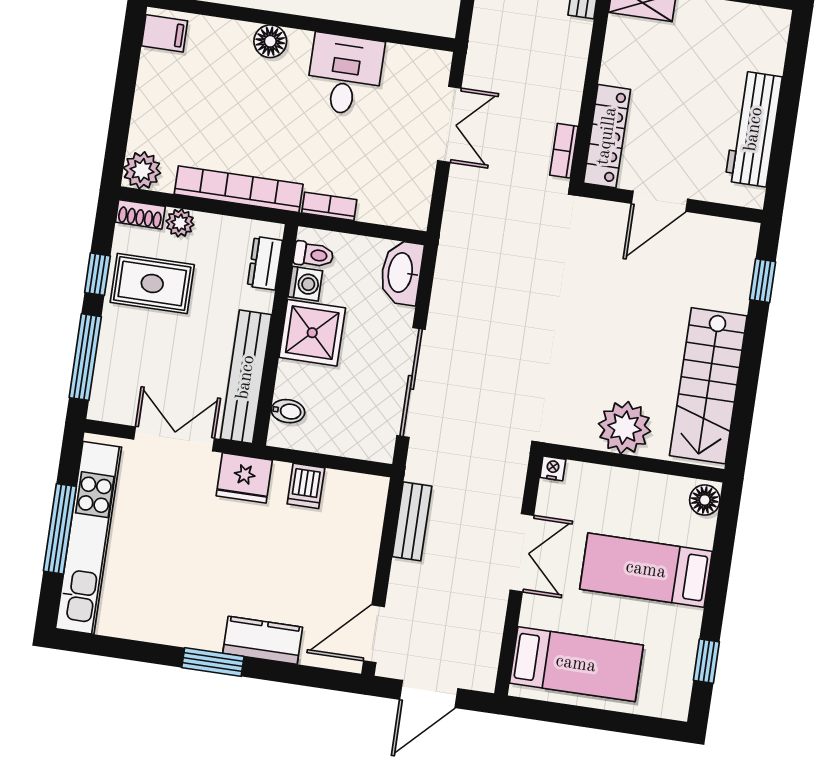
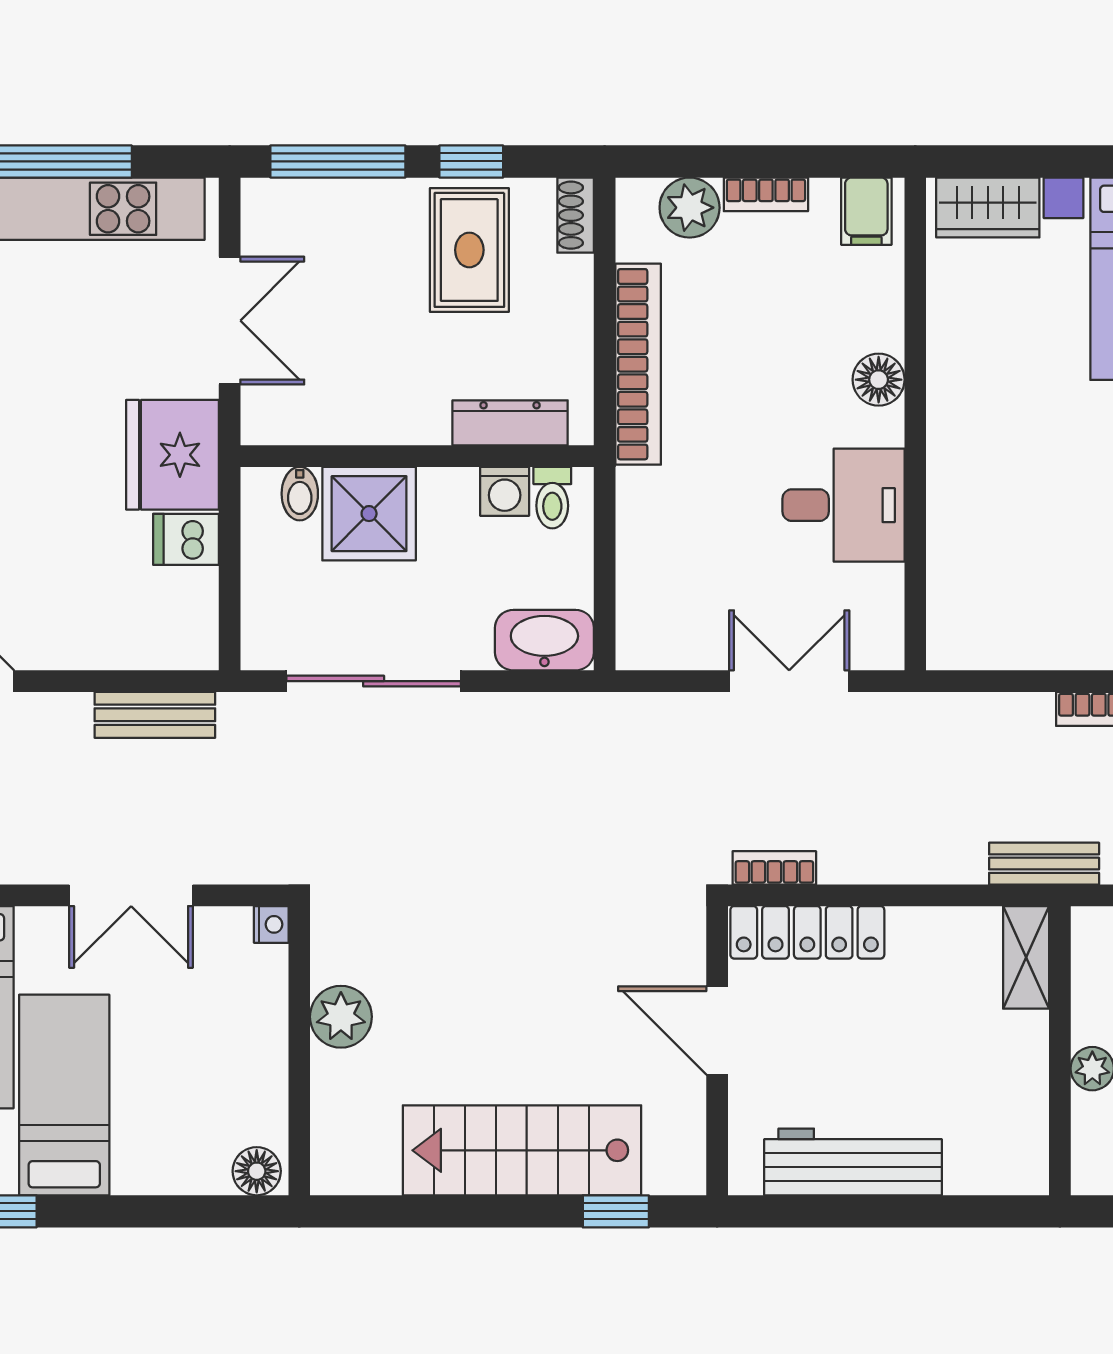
double door: (449, 124) -> (789, 681), swing flipped
plant: (142, 170) -> (690, 208), moved
bookcase: (329, 206) -> (766, 194), moved, turned 90
plant: (180, 223) -> (571, 280), removed
dresser: (265, 263) -> (510, 423), width x1.44
shower: (312, 333) -> (369, 514), moved
bench: (246, 377) -> (344, 420), removed
stairs: (708, 386) -> (522, 1150), moved
plant: (625, 428) -> (341, 1017), width x0.73, depth x0.73
fridge: (244, 478) -> (173, 455), width x1.36, depth x1.34
bed: (646, 570) -> (64, 1095), moved

